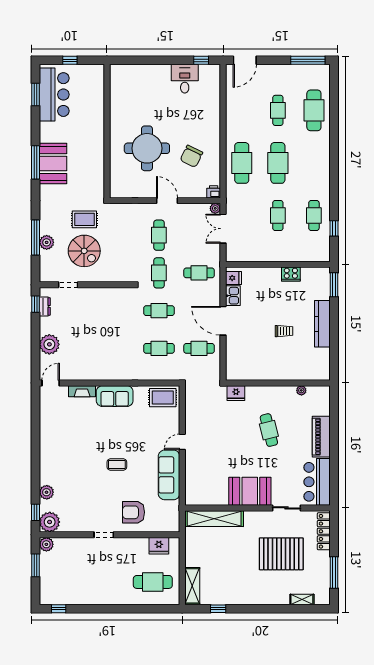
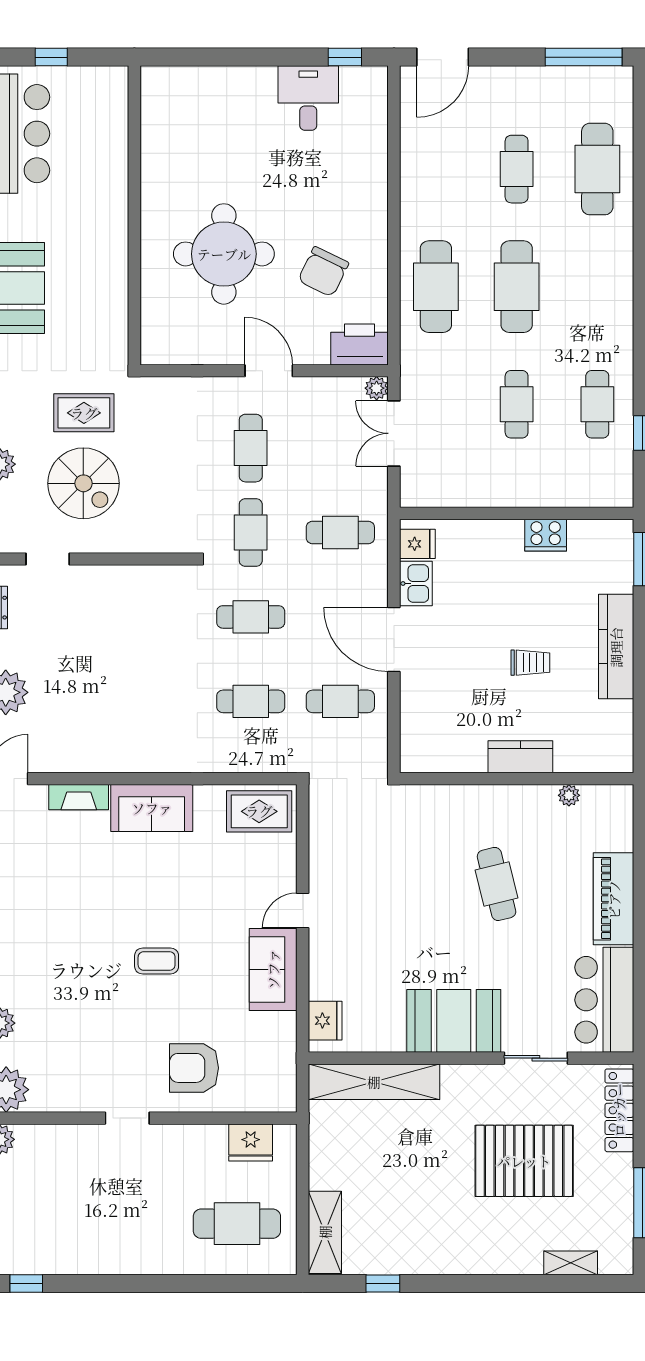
printer: (214, 192) -> (360, 344), width x1.87, depth x1.48
kitchen counter: (280, 373) -> (520, 757), added
fridge: (236, 393) -> (325, 1021), moved, turned -90
sofa: (169, 475) -> (273, 969), width x0.73

